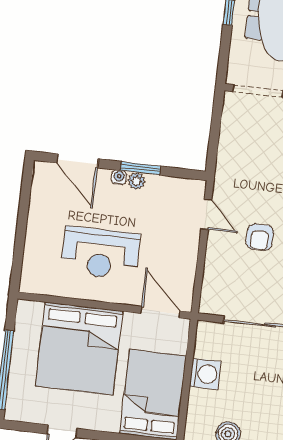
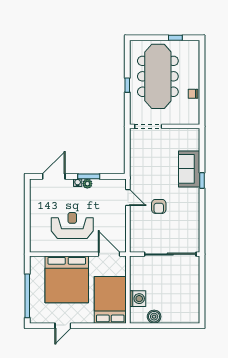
door: (78, 161) -> (54, 176), swing flipped
reception desk: (100, 253) -> (72, 226), turned 180
washing machine: (205, 374) -> (138, 299), moved

